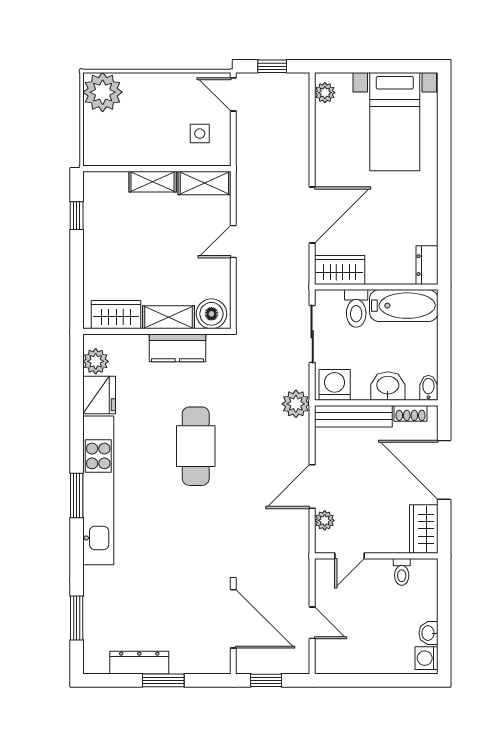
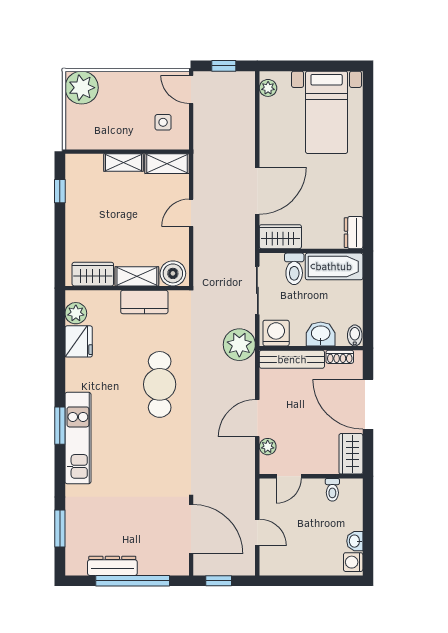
plant: (296, 404) -> (239, 345), width x1.36, depth x1.36
kitchen unit: (98, 490) -> (78, 438), width x0.73
window: (163, 680) -> (133, 581), width x2.11

